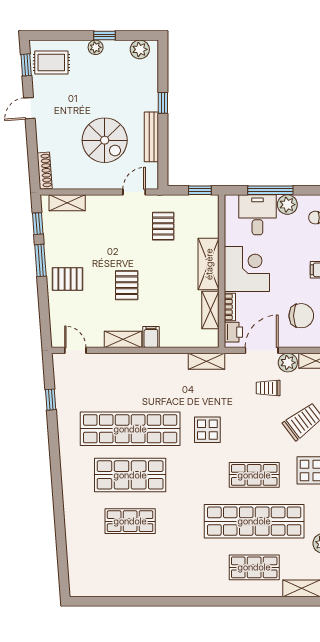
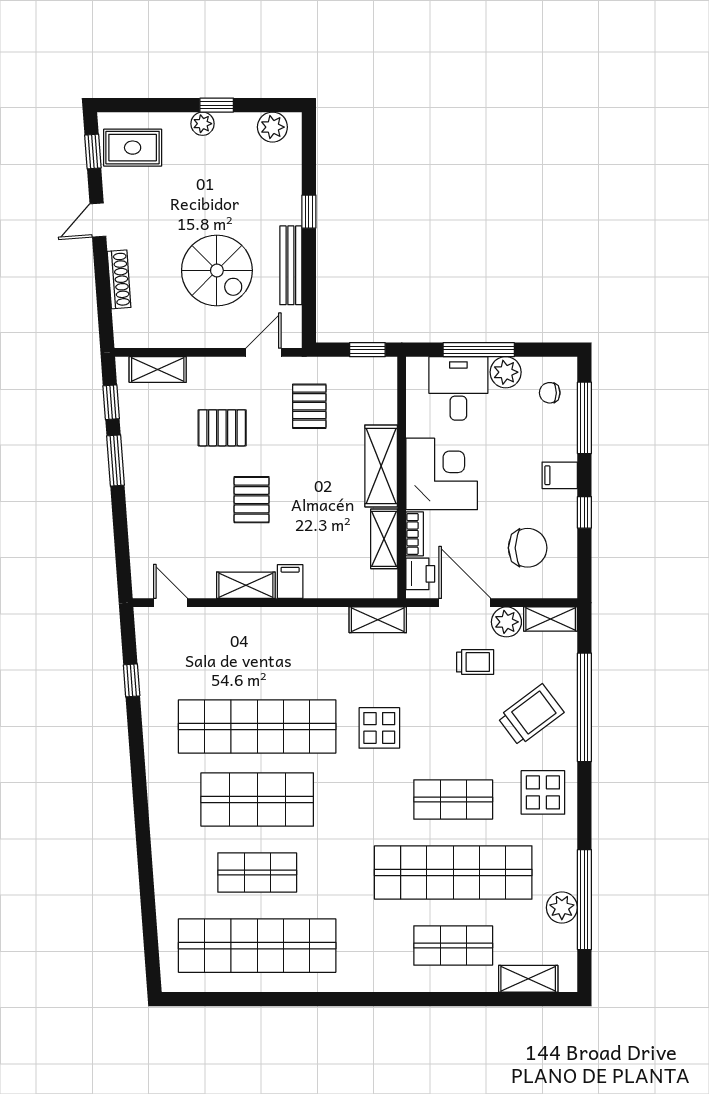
shoe rack: (45, 171) -> (119, 279), moved
pallet: (68, 279) -> (222, 428), moved
door: (262, 350) -> (465, 603), hinge flipped
trolley: (268, 388) -> (475, 662), turned 180
shop shelf: (130, 567) -> (257, 946), added

